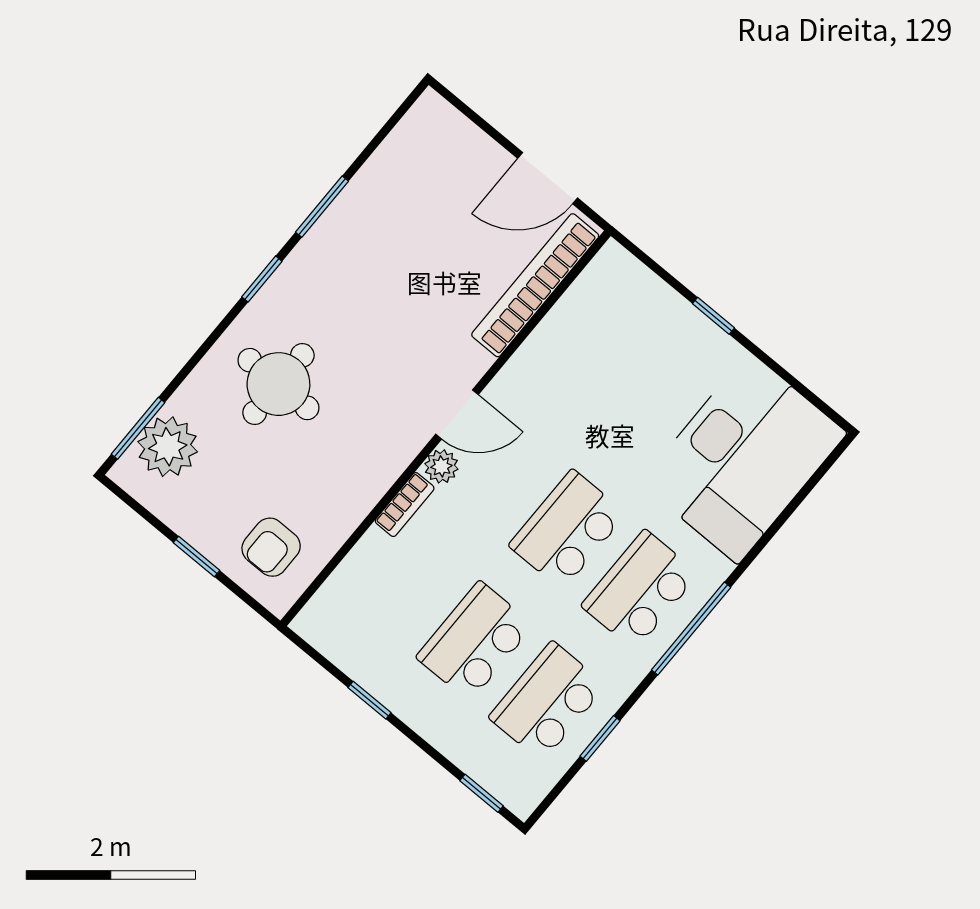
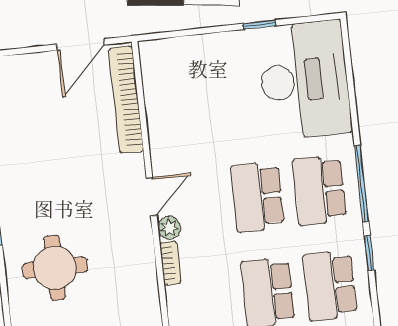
window: (713, 316) -> (259, 25), moved
window: (600, 738) -> (369, 253), moved

